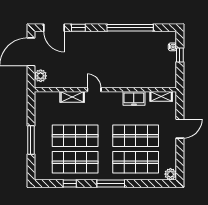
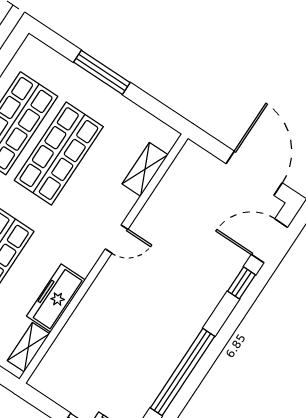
plant: (41, 76) -> (202, 163), removed
shelving: (72, 97) -> (145, 169), moved
freezer: (134, 98) -> (56, 298), width x1.40

